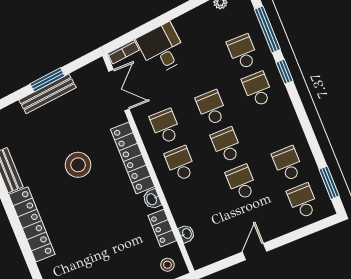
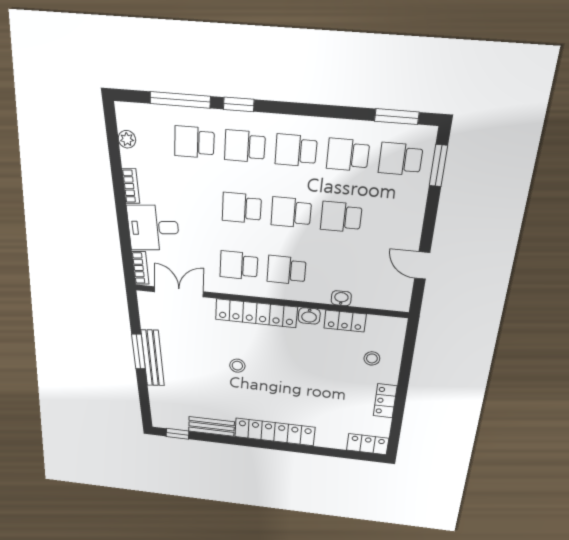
bookcase: (186, 19) -> (131, 186), added
school desk: (273, 126) -> (296, 150), added
stool: (78, 165) -> (237, 366), width x0.53, depth x0.53
window: (311, 229) -> (438, 166), added
washbasin: (187, 234) -> (341, 298), moved
door: (254, 252) -> (422, 265), moved
stool: (167, 265) -> (372, 358), moved

